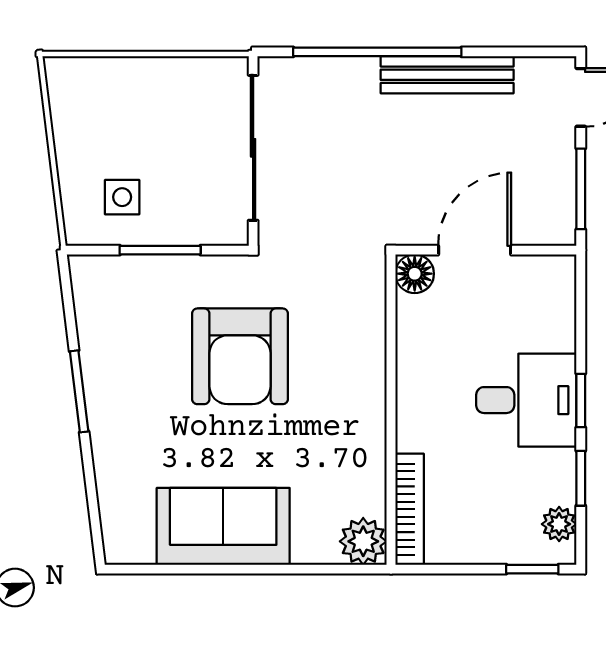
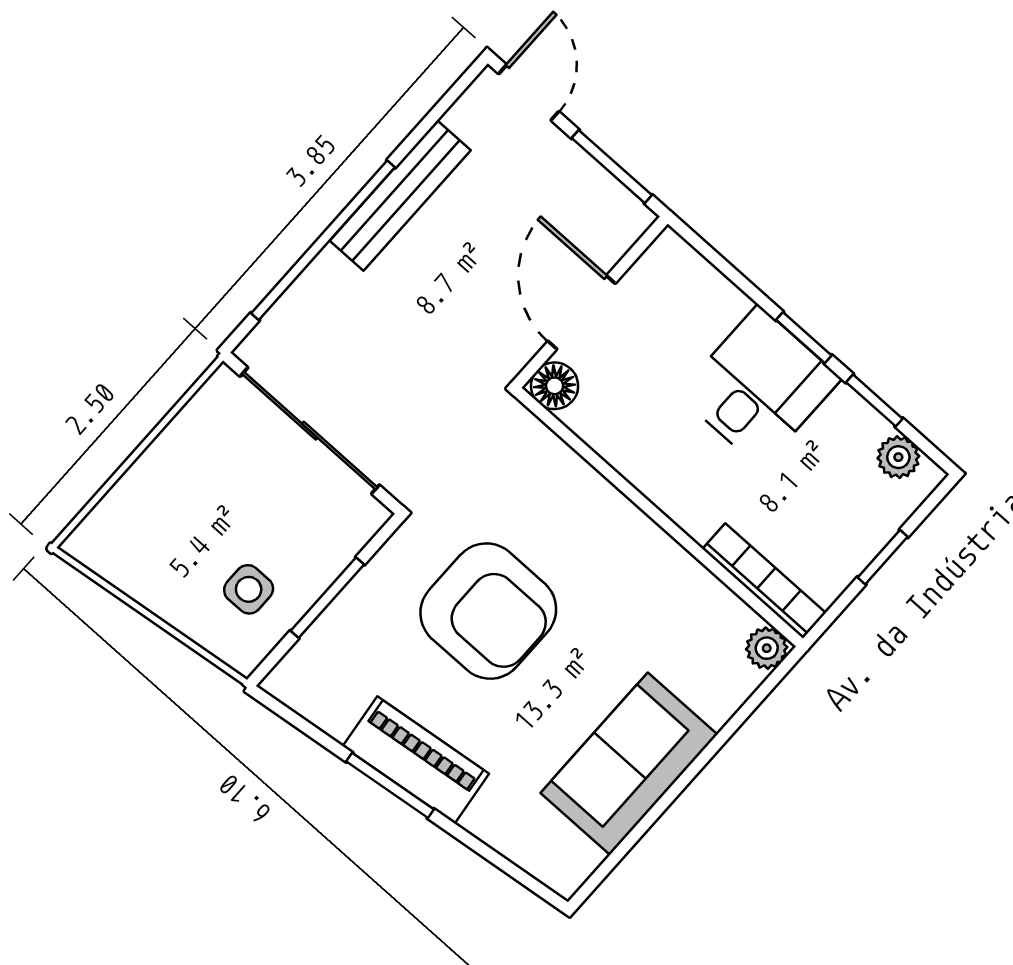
piano: (109, 393) -> (416, 760), added
plant: (363, 541) -> (767, 648), width x0.73, depth x0.73
window: (532, 569) -> (883, 557), moved

